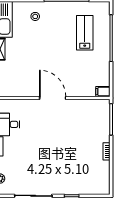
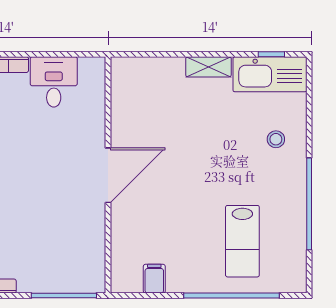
lab bench: (85, 33) -> (242, 241), turned 90
filing cabinet: (103, 92) -> (154, 279), moved

